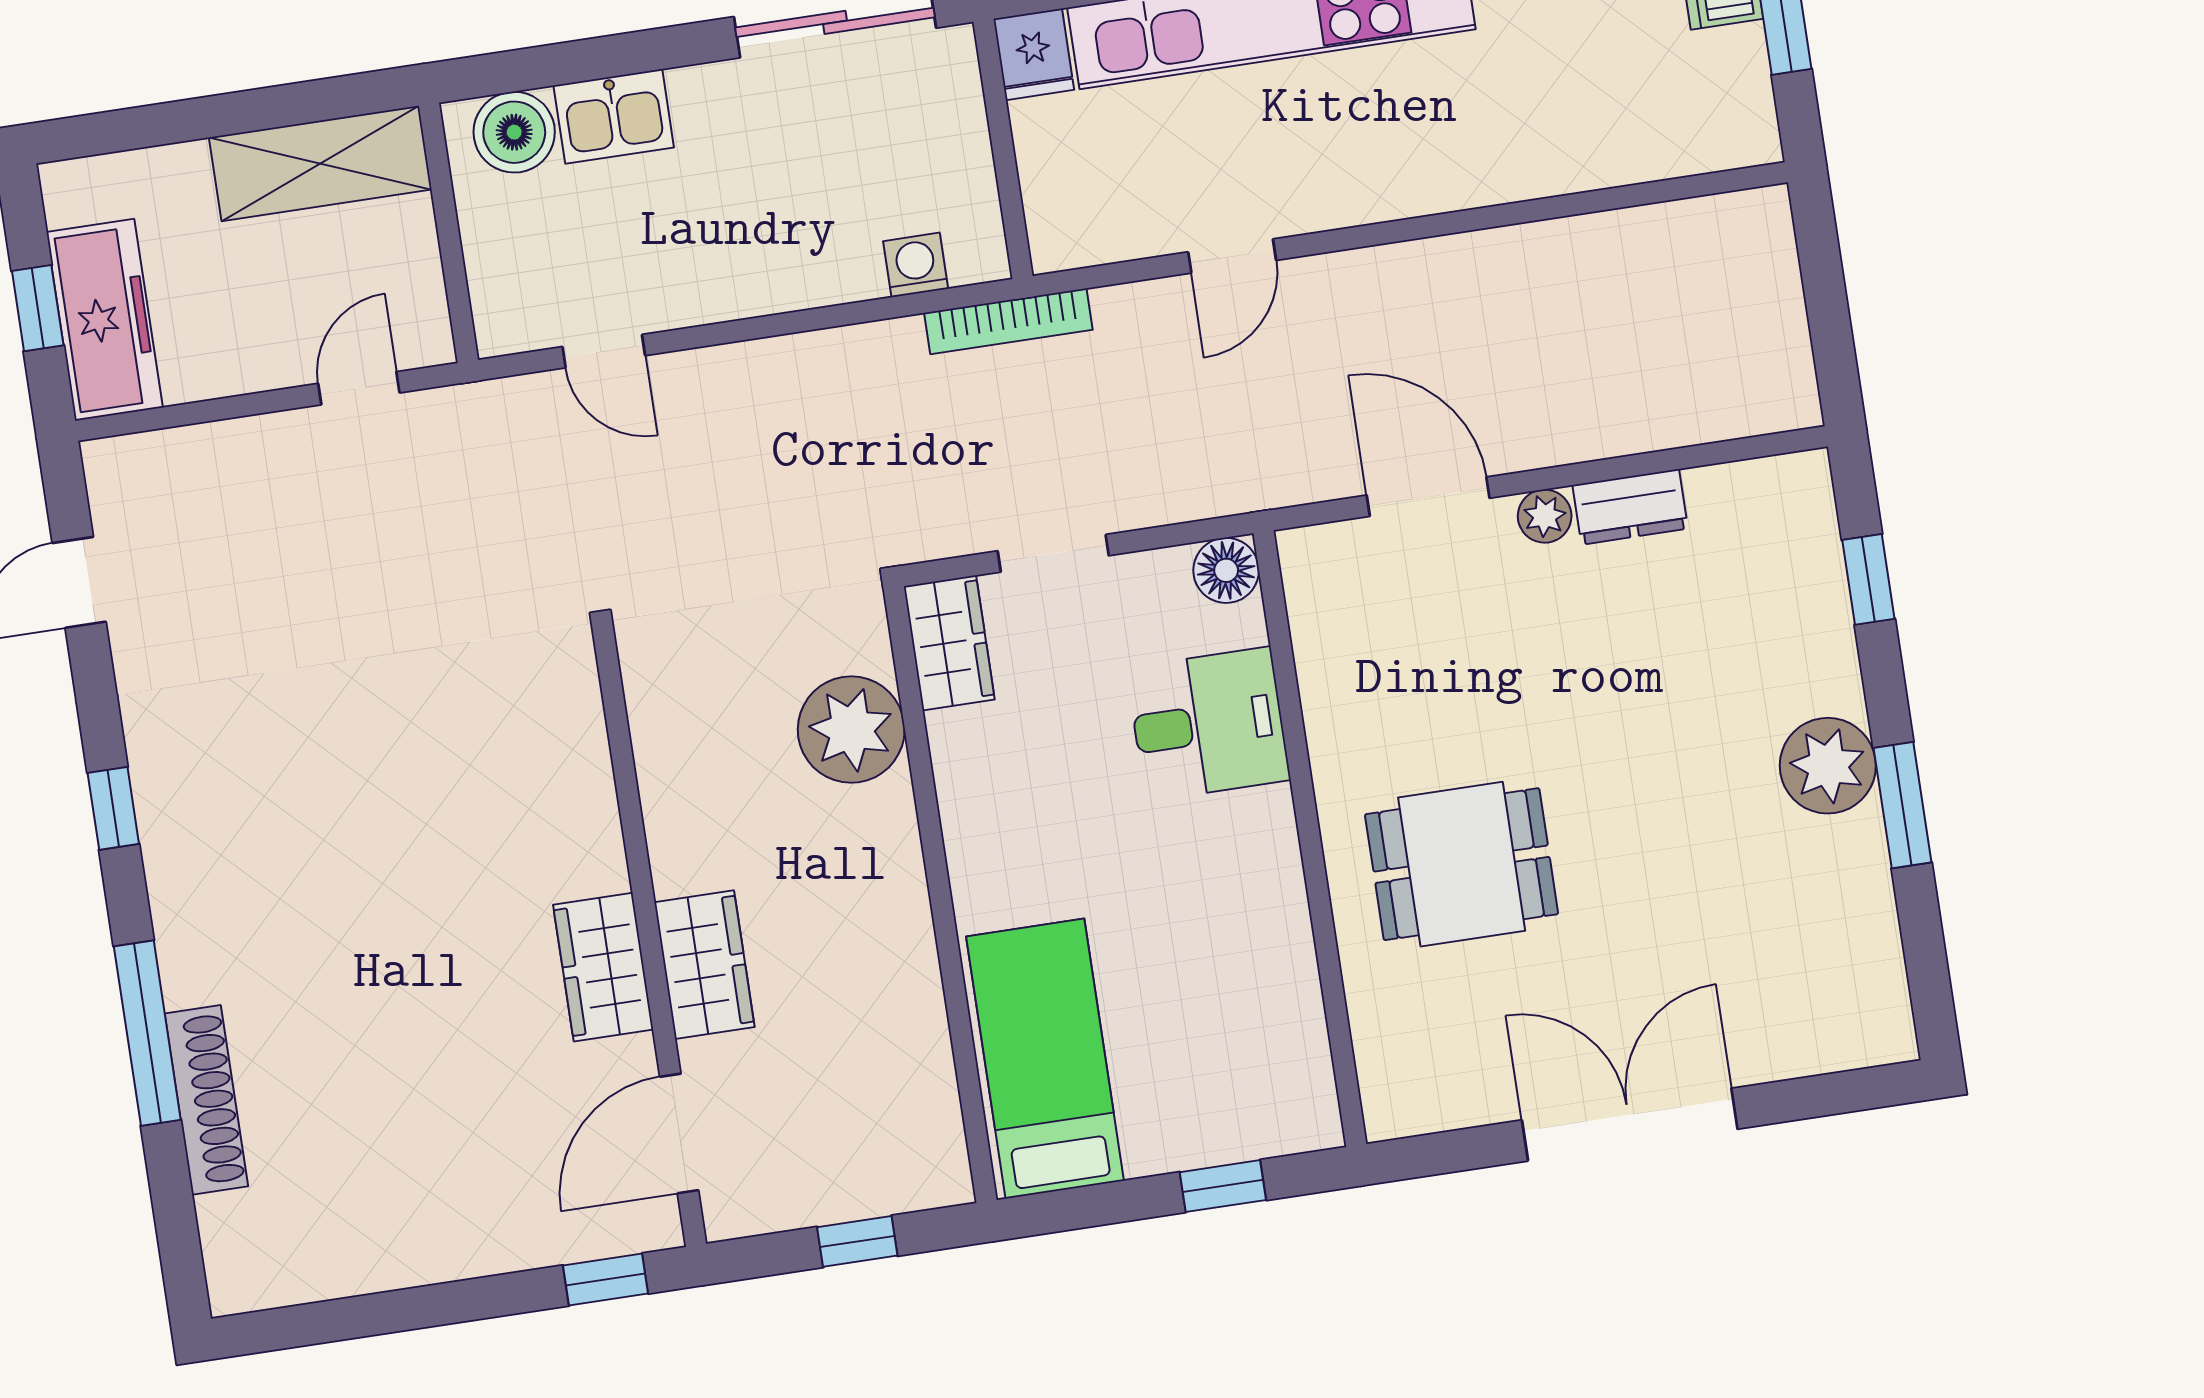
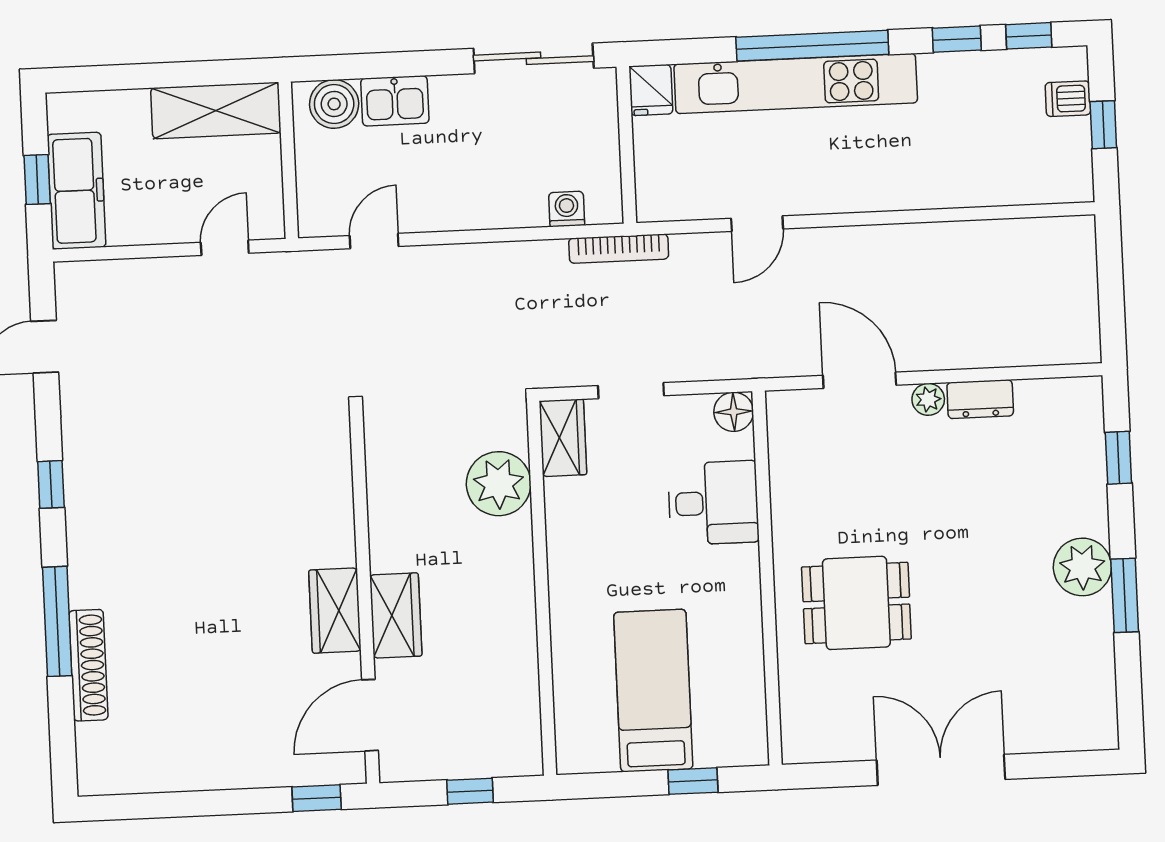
door: (604, 351) -> (374, 241), swing flipped
bed: (1045, 1059) -> (653, 691), moved

